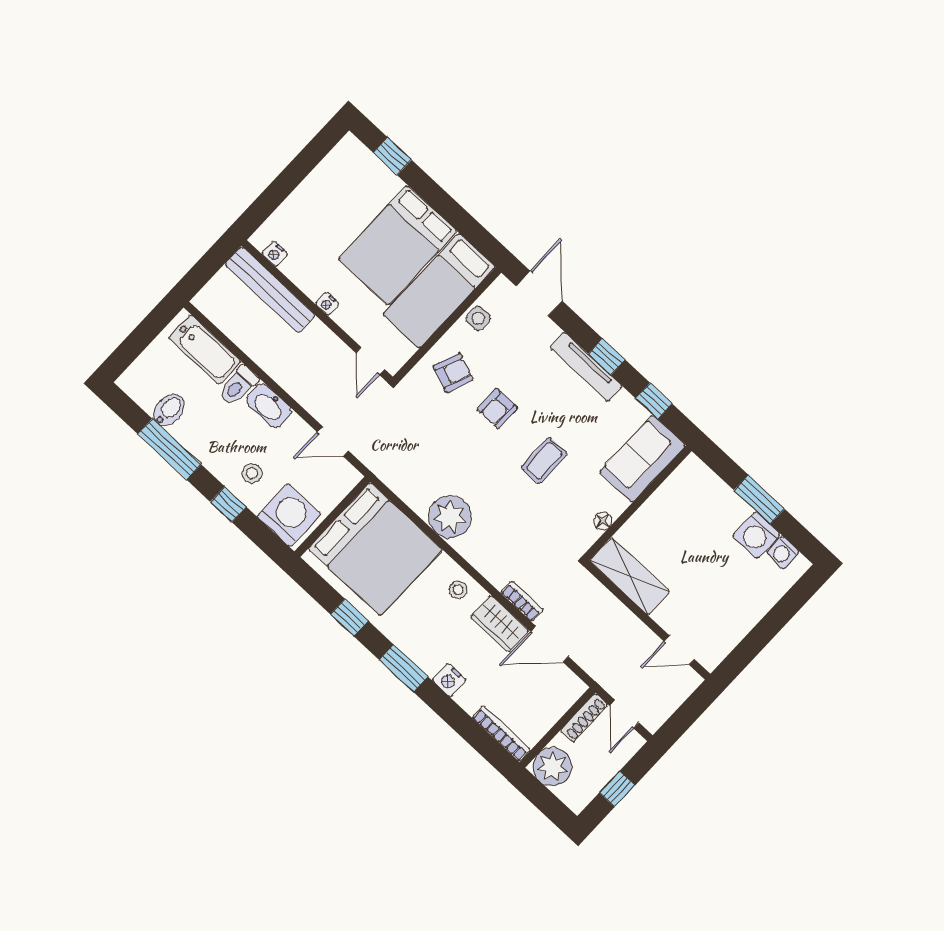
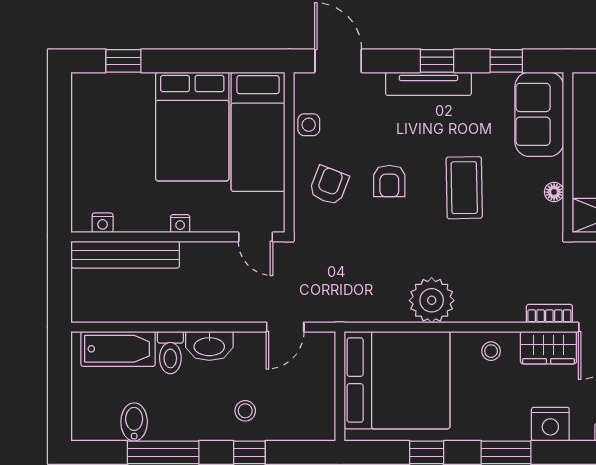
coffee table: (544, 461) -> (464, 188), width x1.36, depth x1.30
washing machine: (289, 515) -> (304, 417), removed
nightstand: (449, 680) -> (550, 424), width x1.36, depth x1.33

